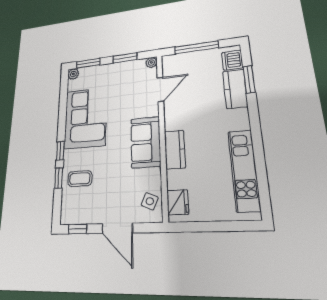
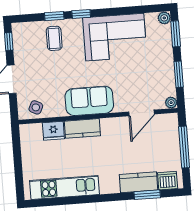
door: (160, 89) -> (142, 113), hinge flipped
fridge: (178, 202) -> (53, 131), moved

